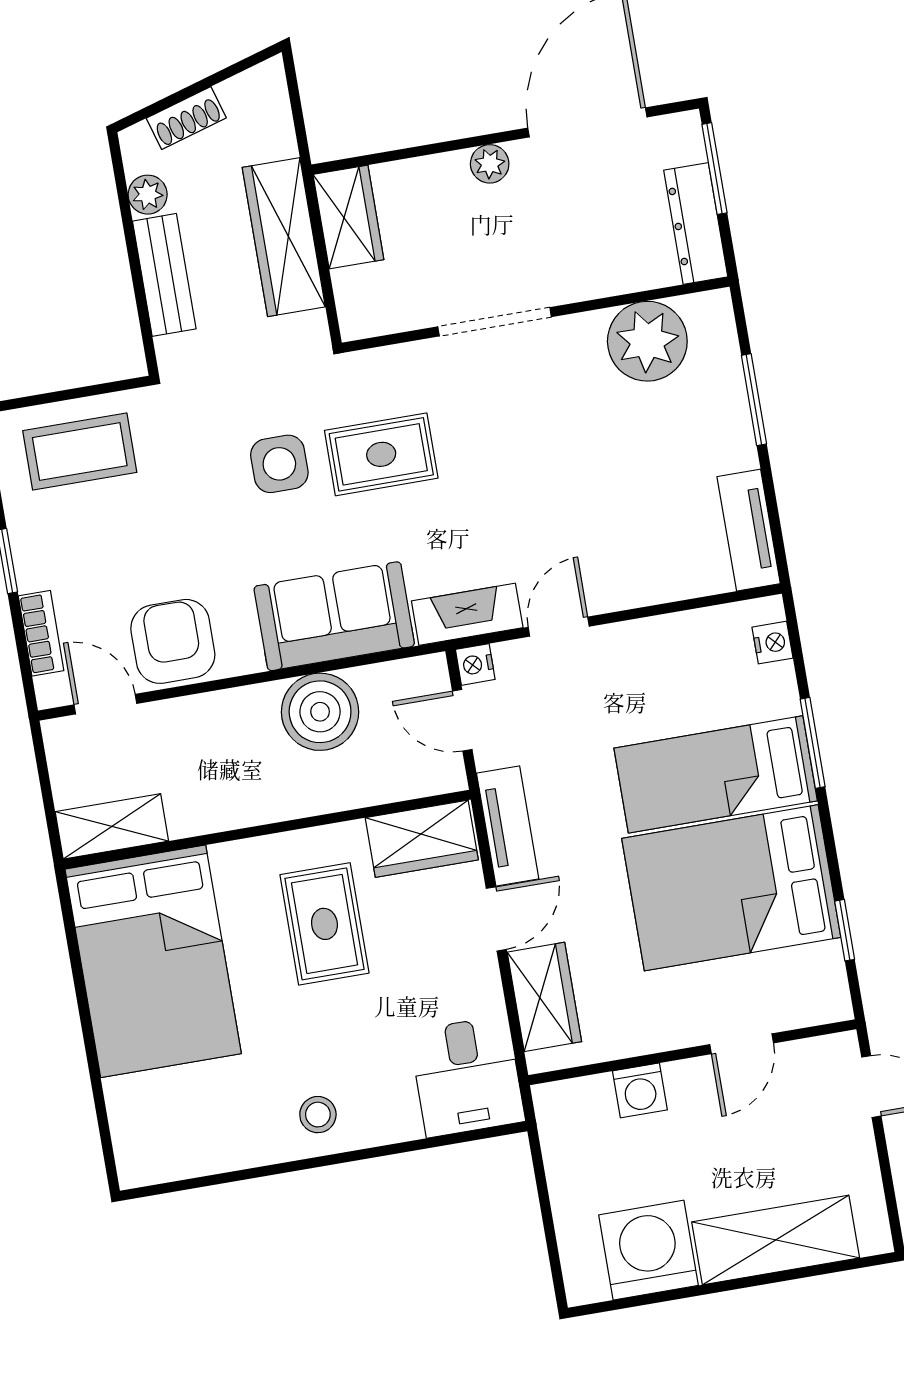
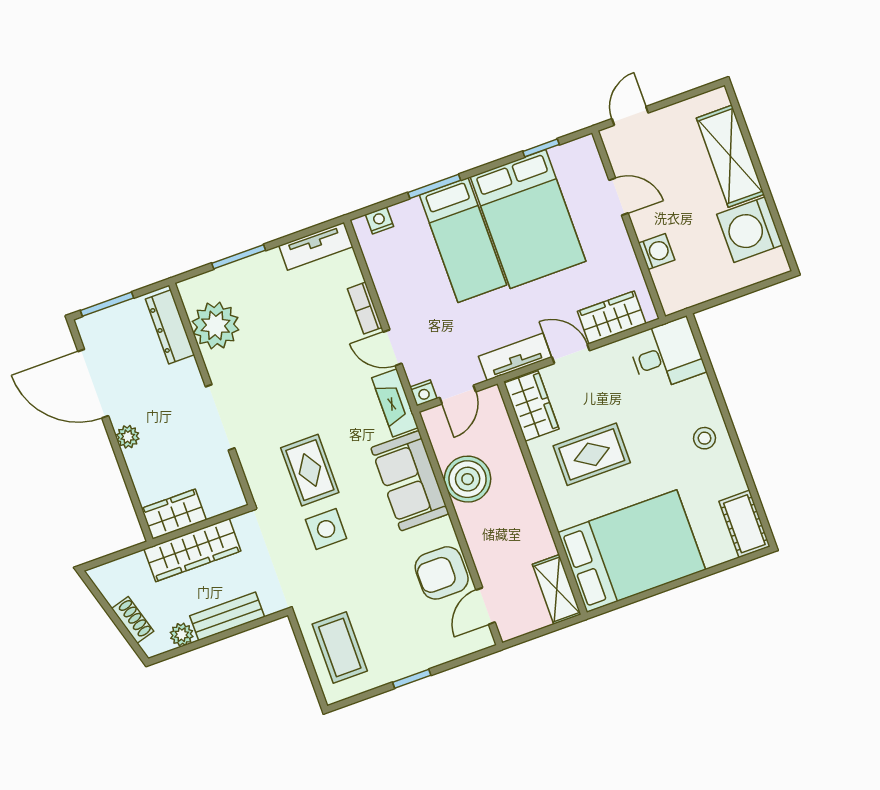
dresser: (696, 223) -> (170, 327), moved, turned 90
bookcase: (41, 633) -> (365, 308), moved, turned -90
cot: (165, 1155) -> (744, 524), added

